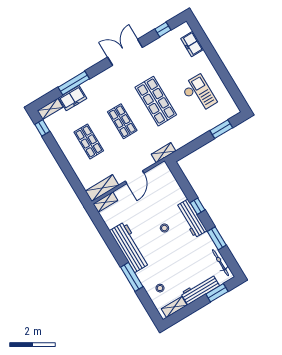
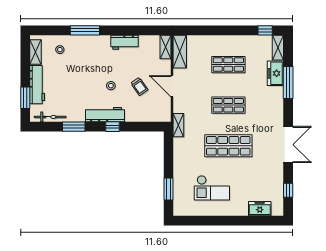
trolley: (151, 204) -> (139, 87), added
workbench: (130, 247) -> (124, 42), width x0.53, depth x0.76

